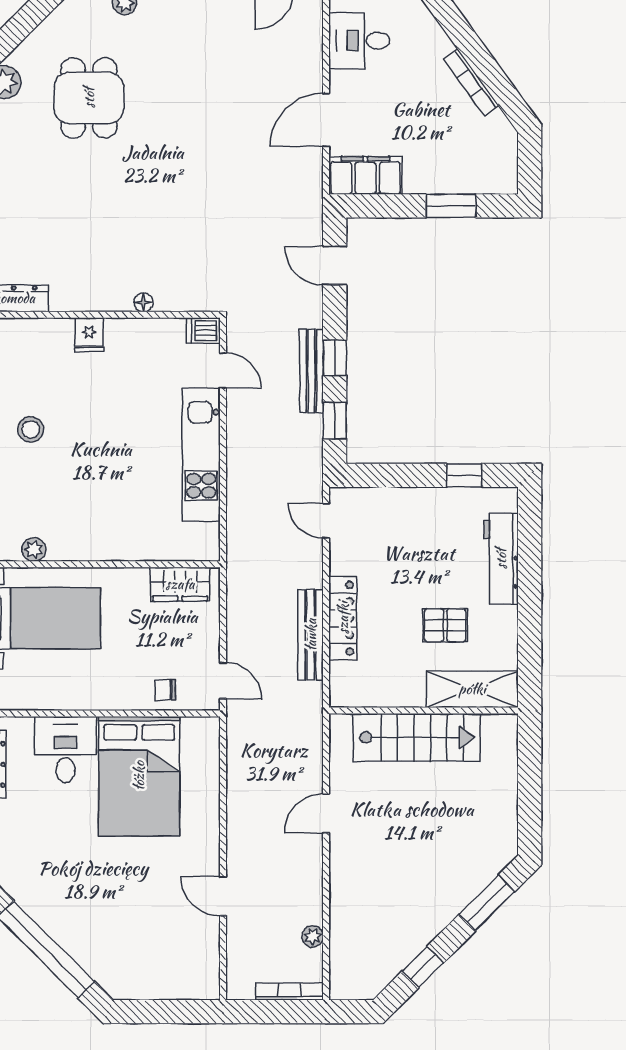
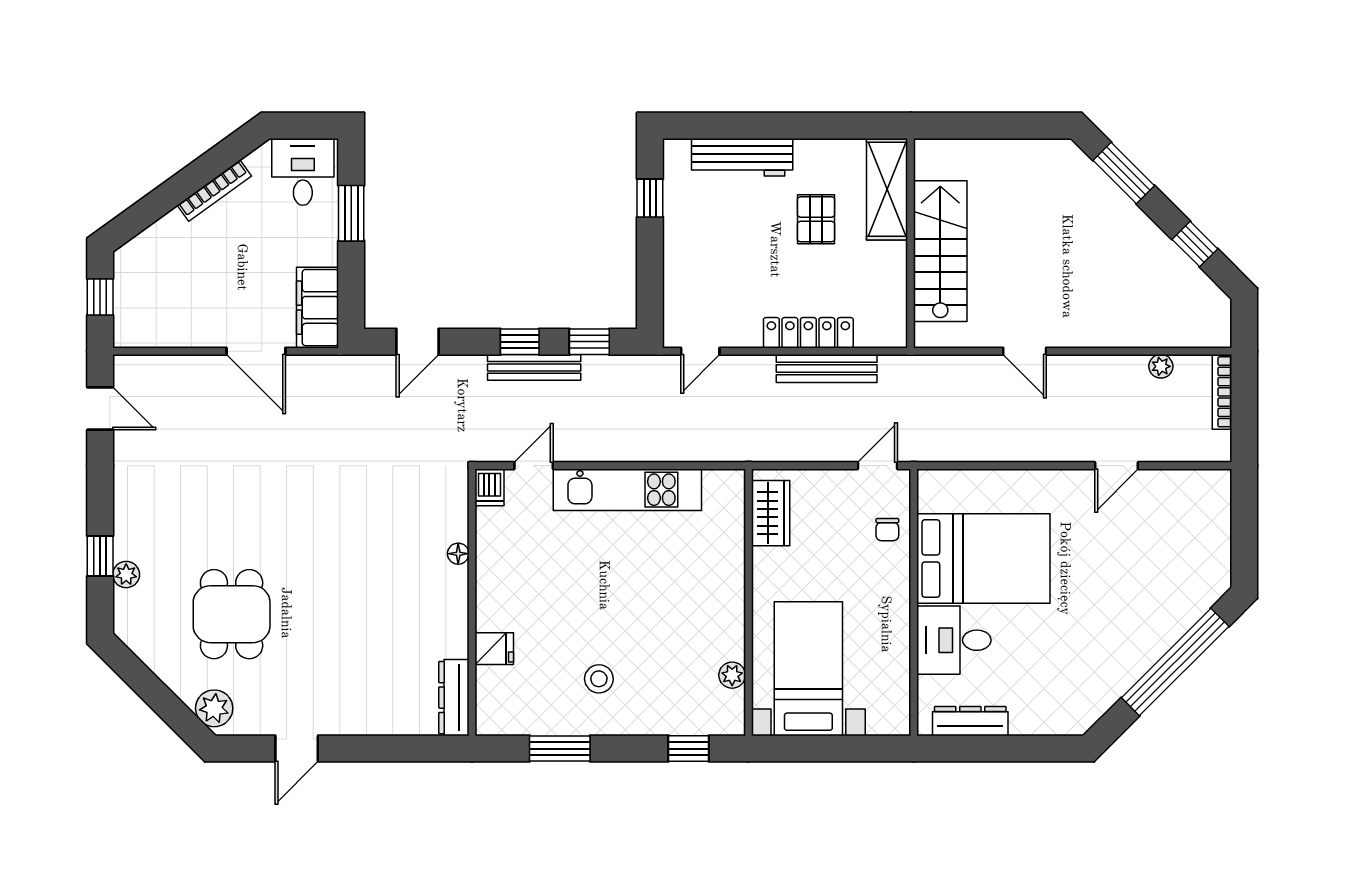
desk: (359, 41) -> (303, 172), moved, turned 180
dining table: (89, 98) -> (232, 614), turned 90
fridge: (89, 335) -> (494, 649), moved

